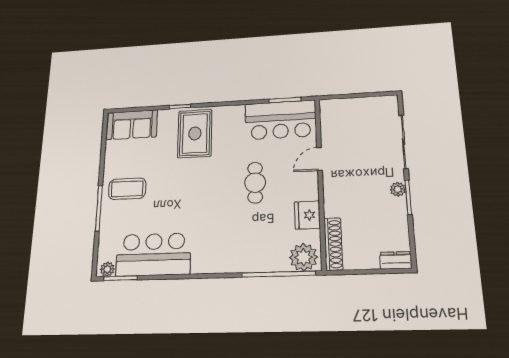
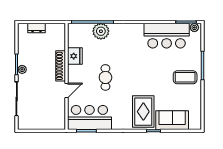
sofa: (132, 125) -> (172, 120), moved
shoe rack: (333, 244) -> (61, 66), moved
plant: (304, 257) -> (101, 31), moved
dresser: (396, 260) -> (37, 28), moved

